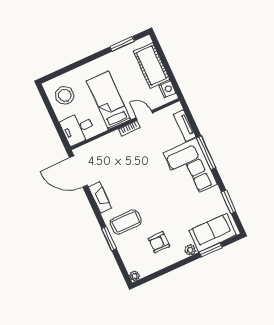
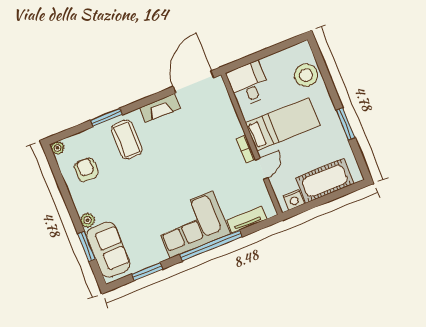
window: (122, 44) -> (346, 124), moved
stool: (65, 95) -> (306, 75), moved
window: (206, 153) -> (211, 246), width x1.46
armchair: (159, 242) -> (86, 170), moved

